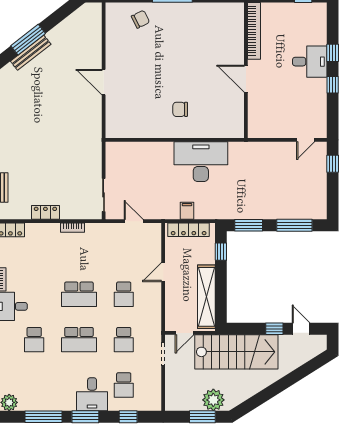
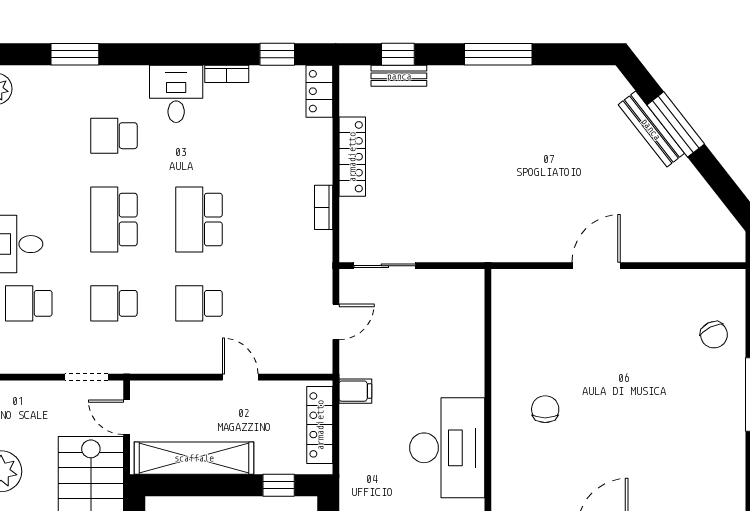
filing cabinet: (187, 211) -> (355, 391), moved
locker: (45, 212) -> (352, 157), width x1.53

